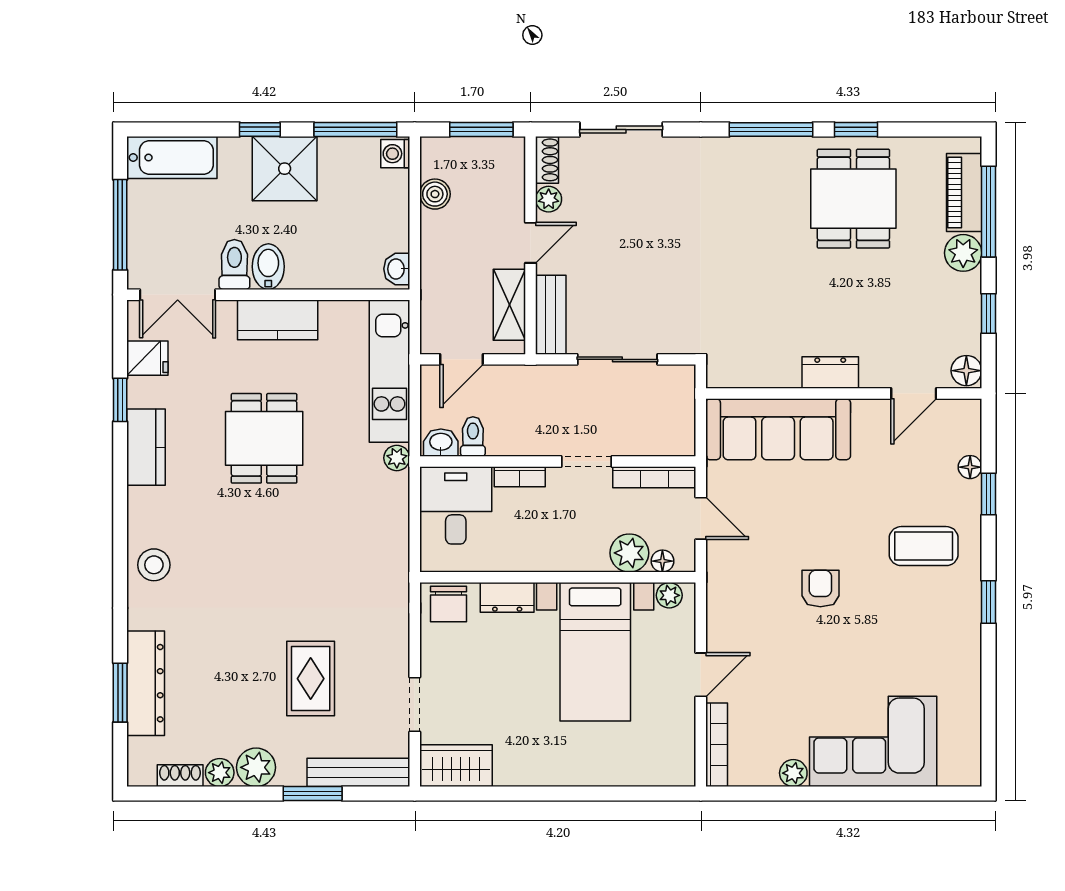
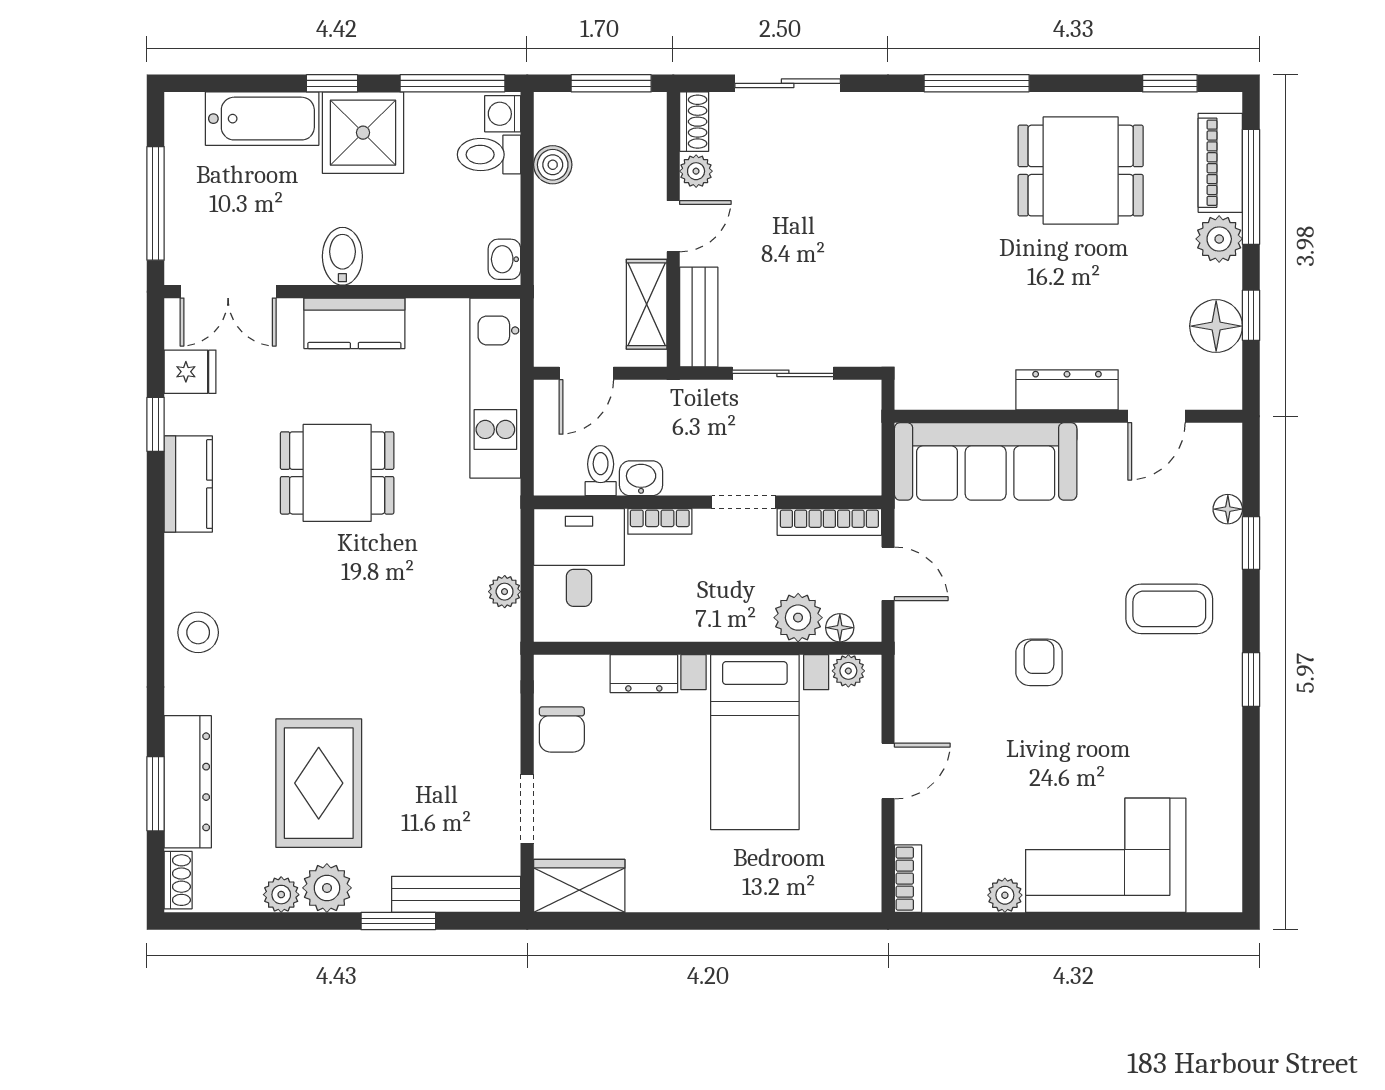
window: (856, 130) -> (1170, 83), moved
bathtub: (172, 158) -> (262, 119), moved
dining table: (853, 199) -> (1081, 171), turned 90
toilet: (234, 264) -> (489, 155), moved, turned -90
floor lamp: (966, 371) -> (1216, 326), moved, width x1.38, depth x1.38
dresser: (830, 372) -> (1067, 390), width x1.44
dining table: (264, 438) -> (337, 473), turned 90
washbasin: (441, 443) -> (641, 478), moved
plant: (397, 458) -> (505, 592), moved
chair: (448, 604) -> (562, 729), moved
rug: (311, 679) -> (319, 783), moved, width x1.36, depth x1.43
bookcase: (717, 745) -> (908, 879), width x0.64
shoe rack: (180, 776) -> (178, 880), moved, turned 90

